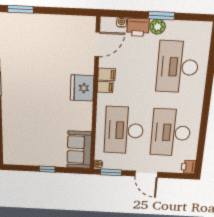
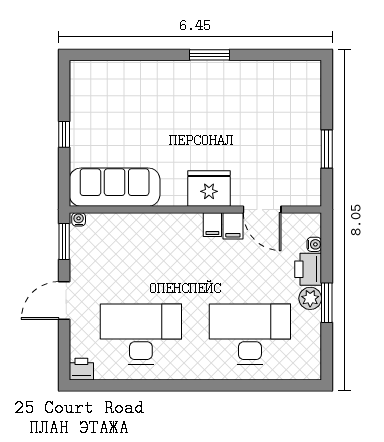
window: (20, 9) -> (327, 149), moved
door: (97, 44) -> (262, 210), moved
desk: (124, 130) -> (141, 258), removed
sofa: (79, 150) -> (115, 187), width x1.36

